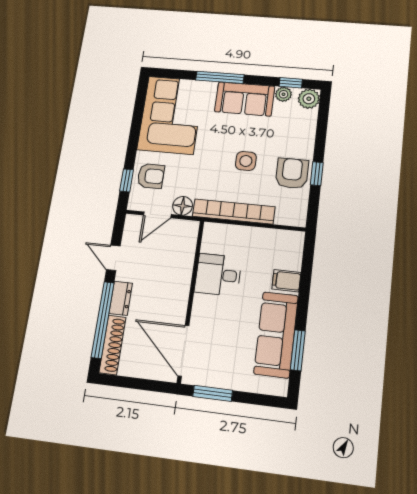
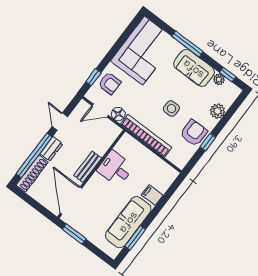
plant: (309, 99) -> (217, 111), moved
bench: (181, 294) -> (88, 167), added

